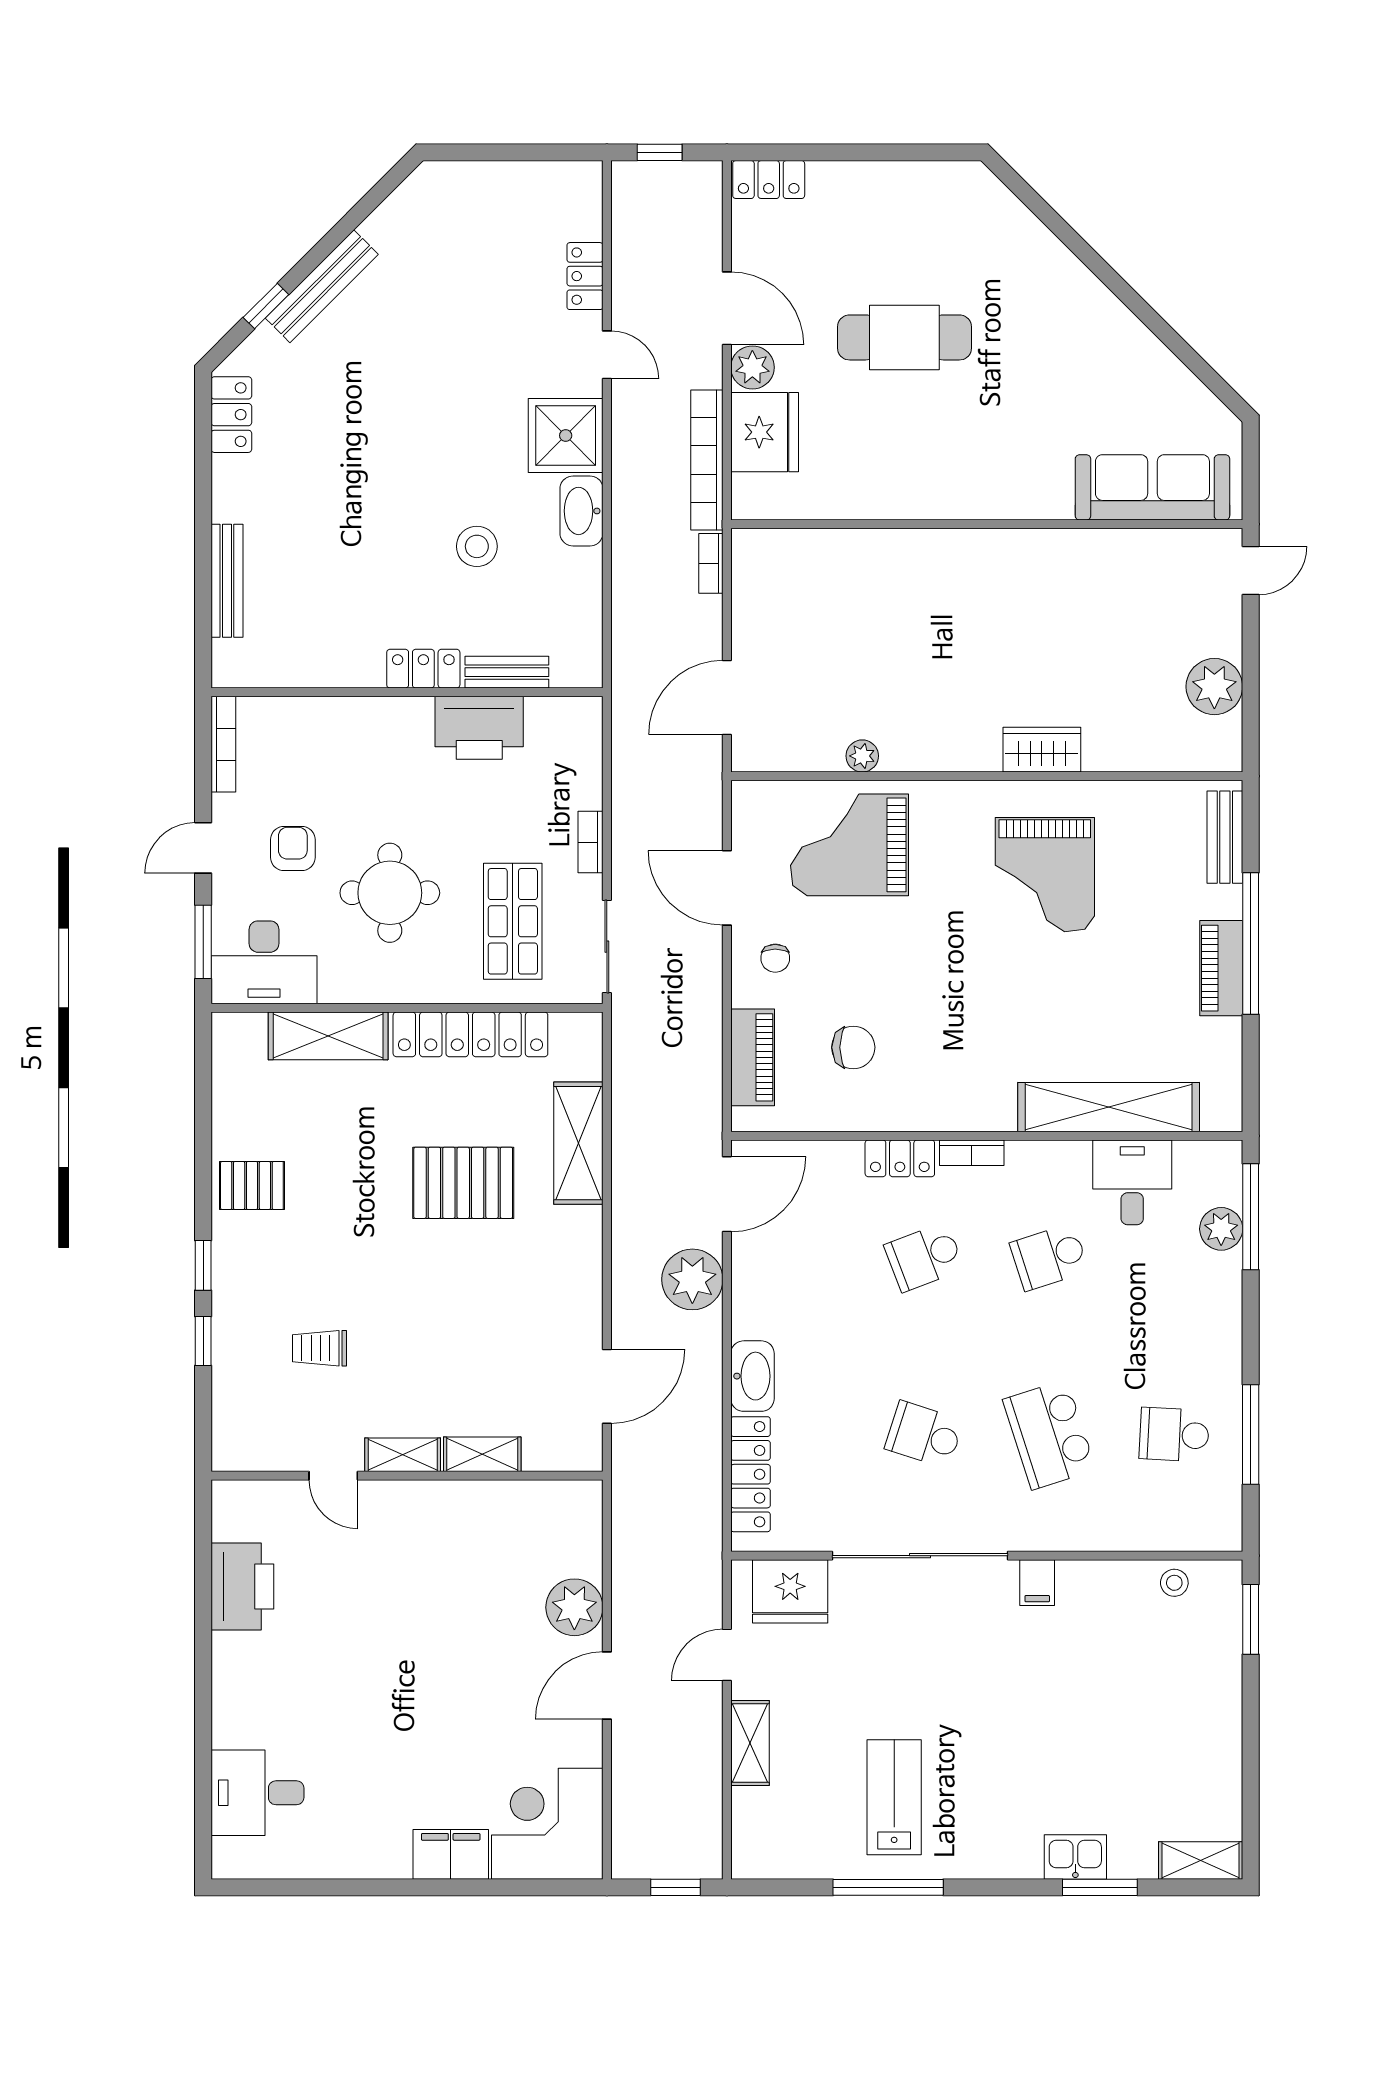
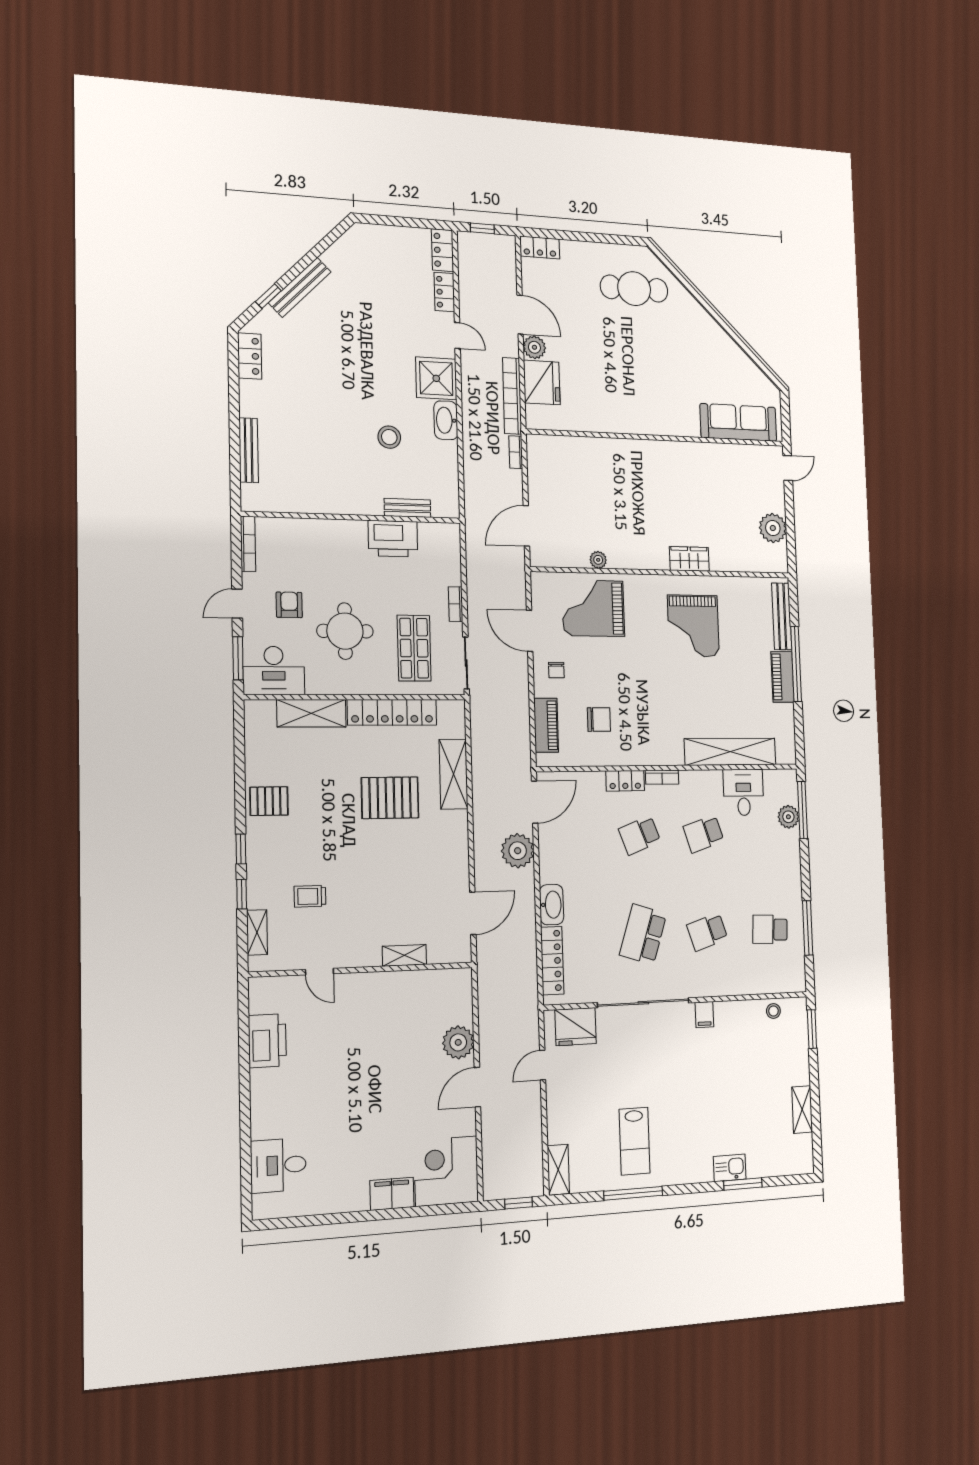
cafe table: (904, 337) -> (634, 289), moved
locker: (423, 669) -> (442, 250), moved, turned -90
bench: (1225, 837) -> (782, 616), width x1.36
school desk: (924, 1435) -> (643, 934), width x1.85
school desk: (1049, 1435) -> (707, 932), width x0.54
shelving: (403, 1455) -> (257, 932), moved, turned 90
shelving: (750, 1743) -> (558, 1170), moved
lab bench: (894, 1797) -> (635, 1141), turned 180
shelving: (1201, 1861) -> (802, 1110), moved, turned 90

